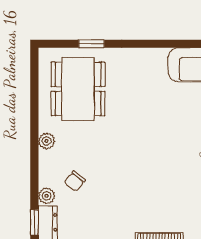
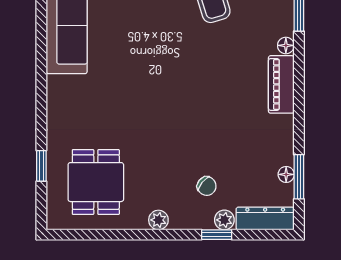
dining table: (78, 89) -> (96, 182), width x0.73
window: (34, 222) -> (217, 235), moved

